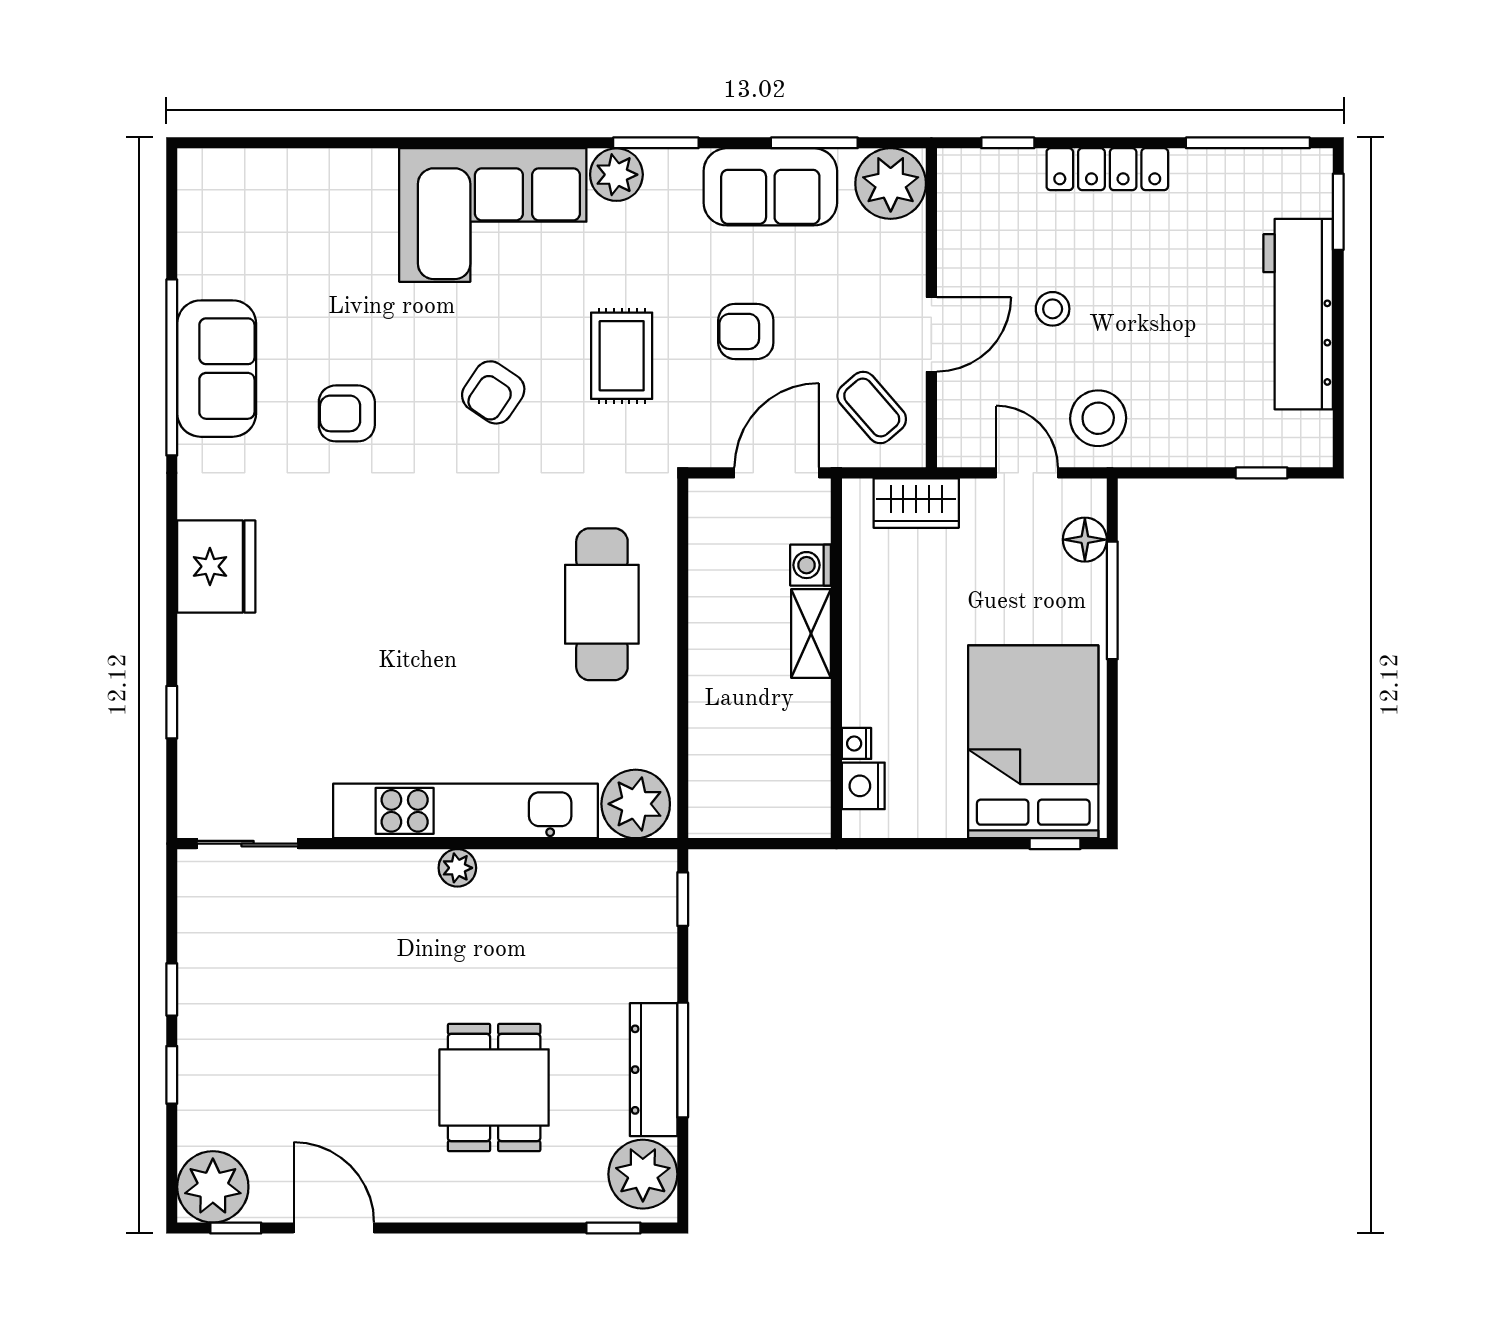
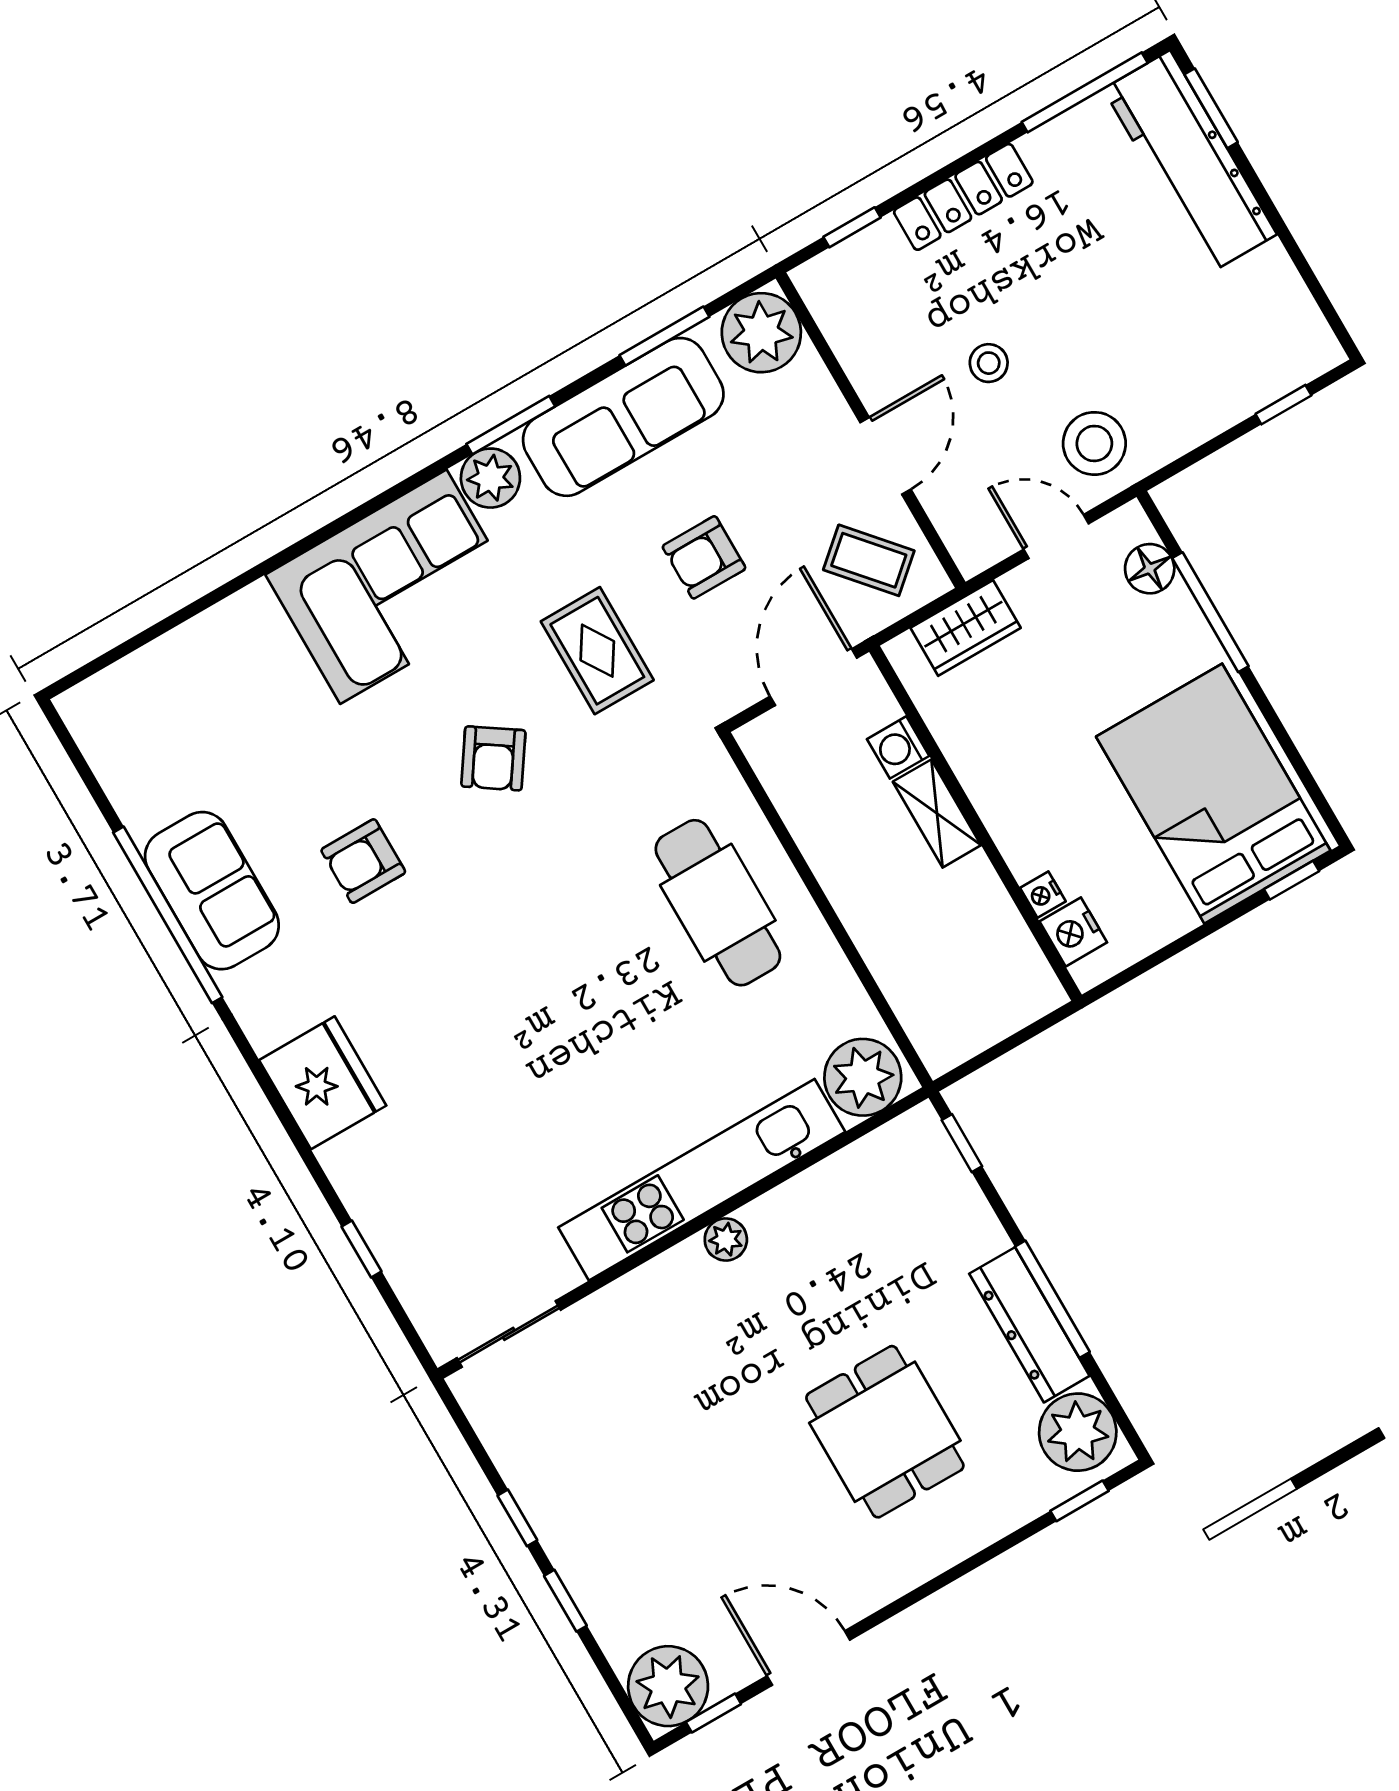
sofa: (770, 187) -> (623, 417), width x1.36
workbench: (1298, 314) -> (1190, 162), moved

